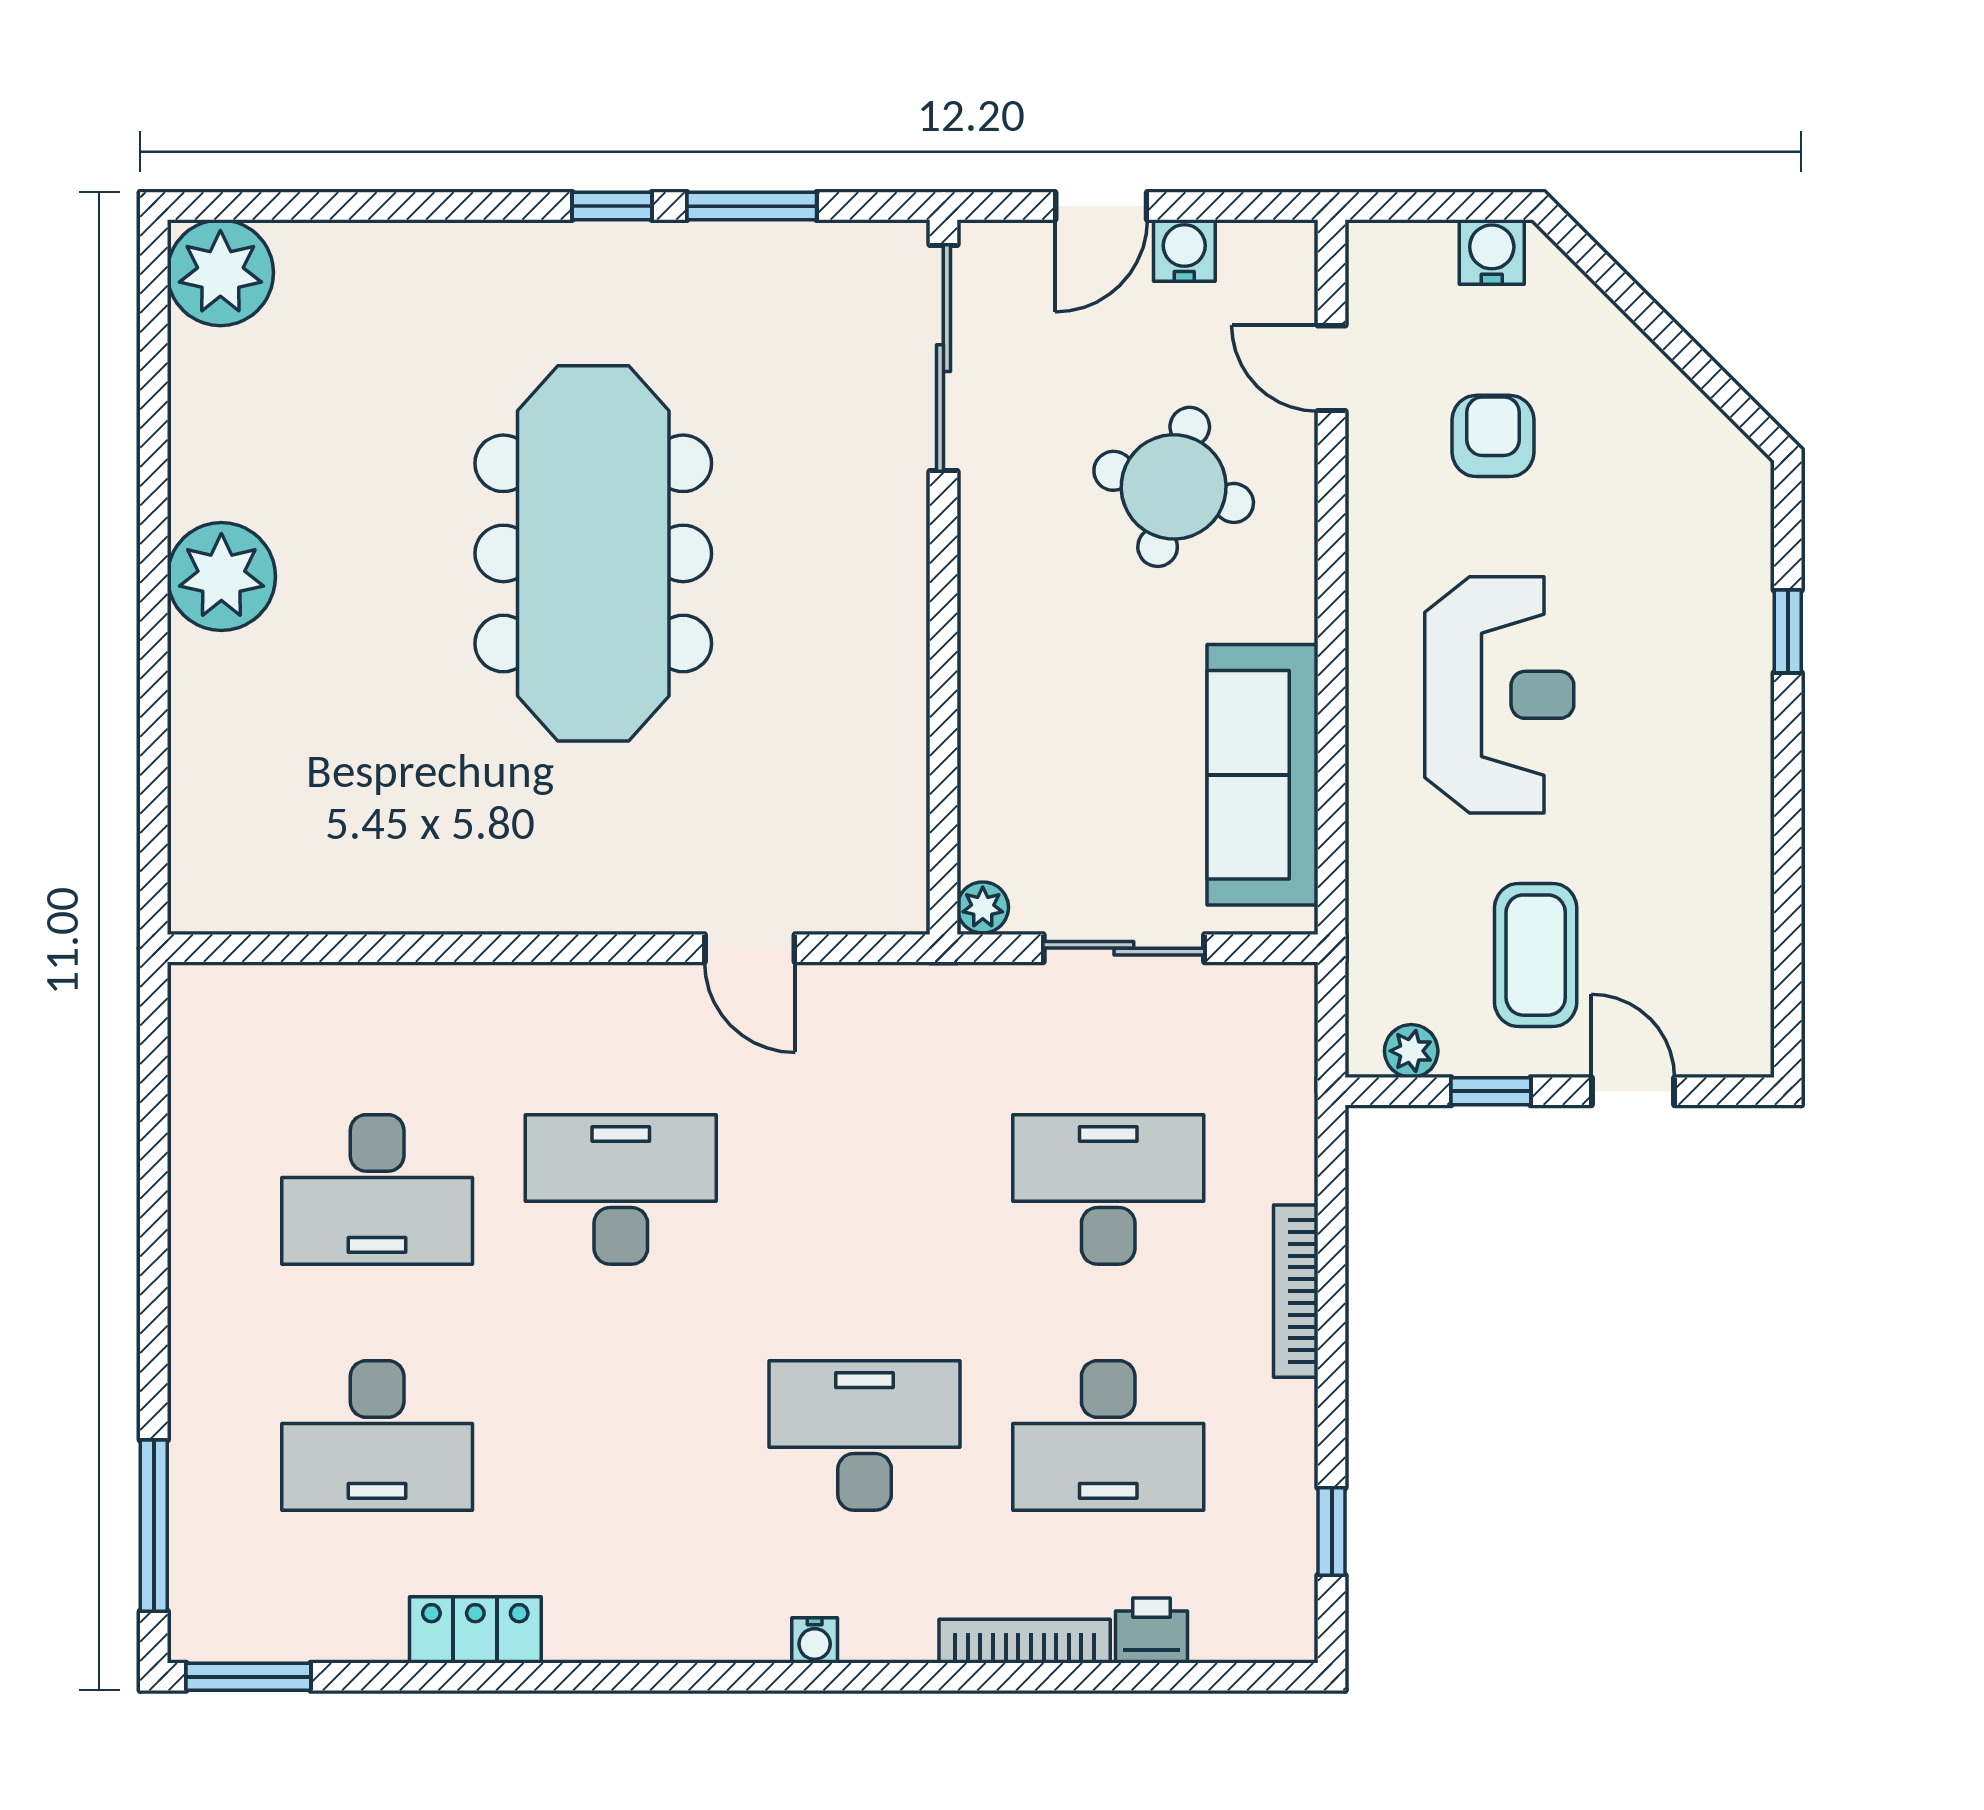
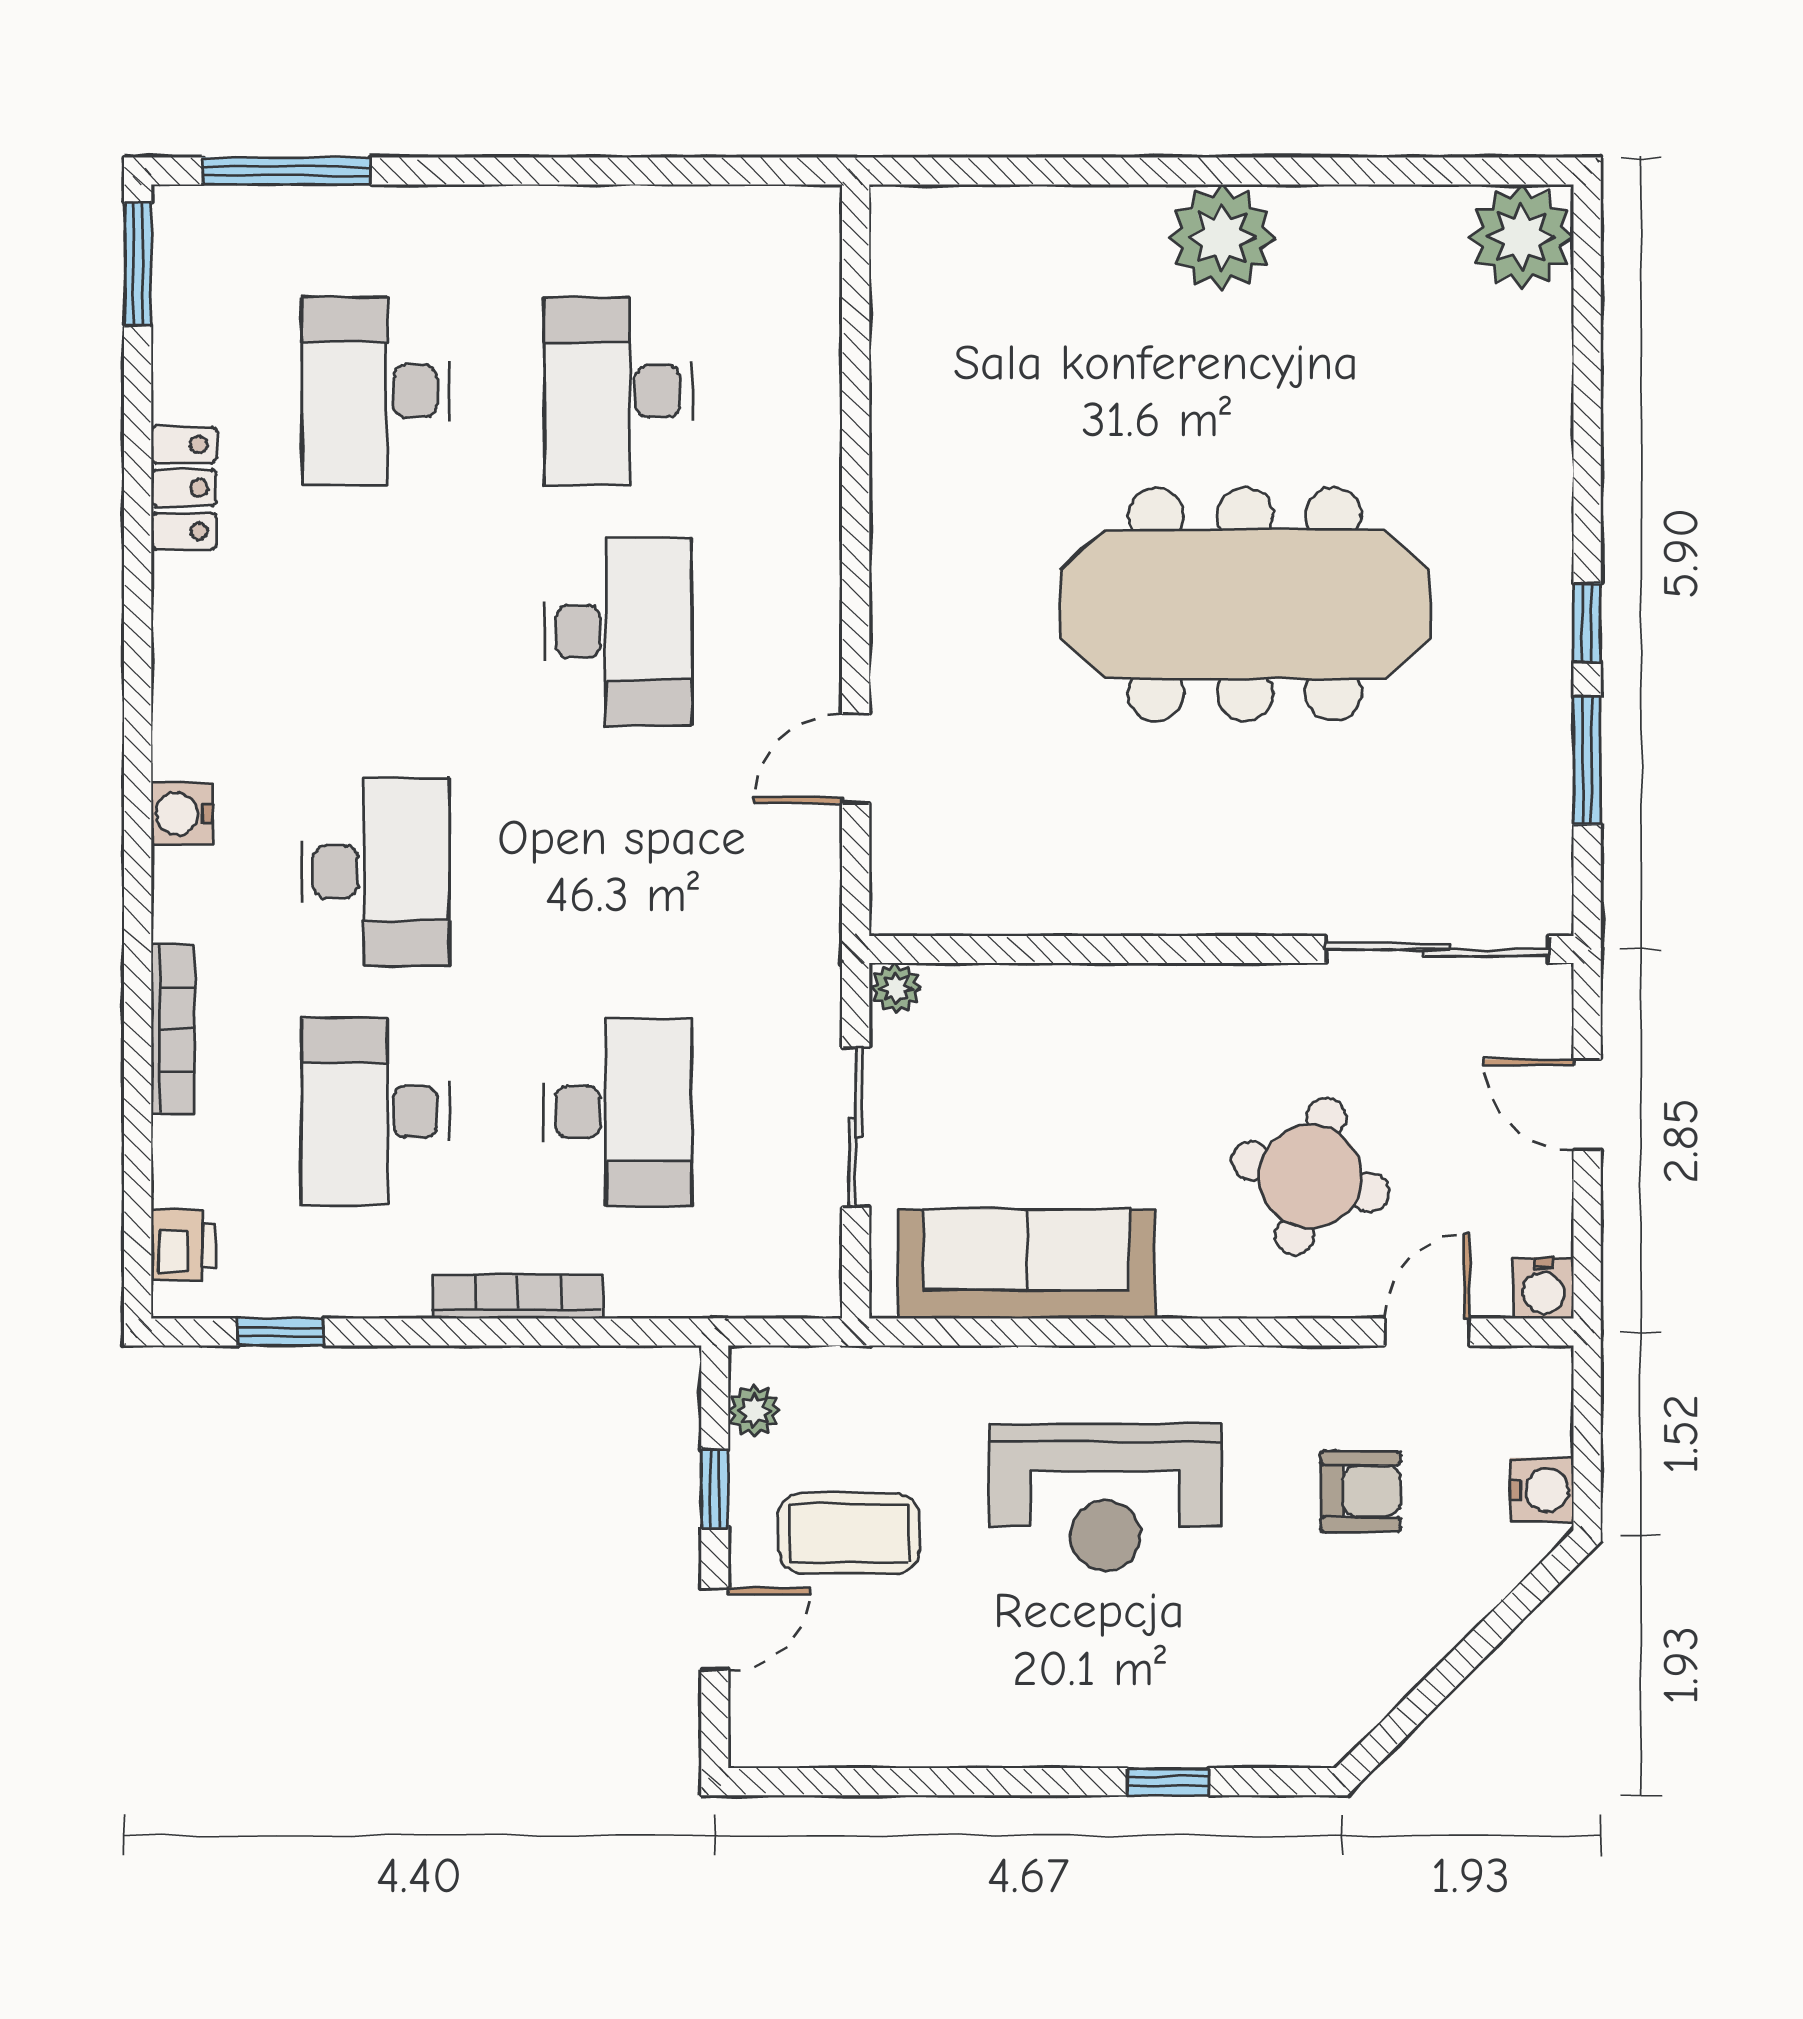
water cooler: (1184, 250) -> (1543, 1288), moved, turned 90
printer: (1151, 1630) -> (183, 1245), moved
water cooler: (815, 1640) -> (182, 814), width x1.38, depth x1.38

